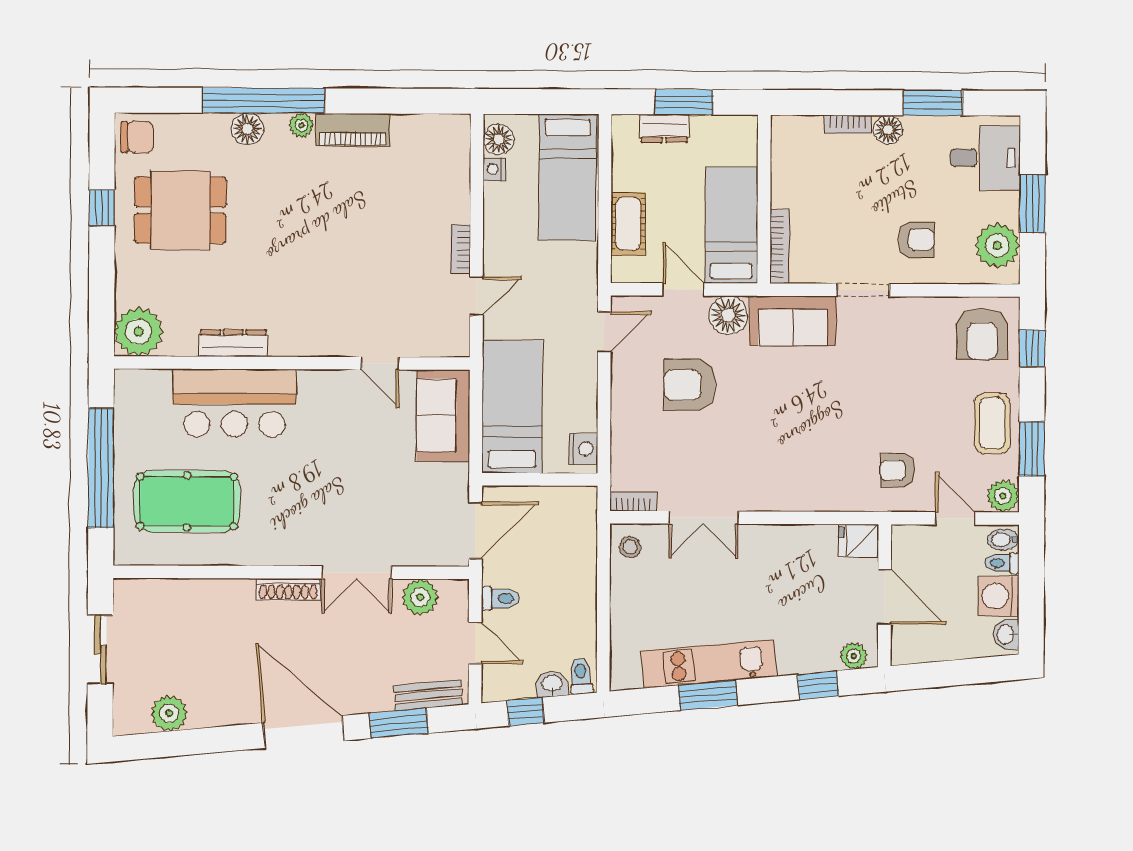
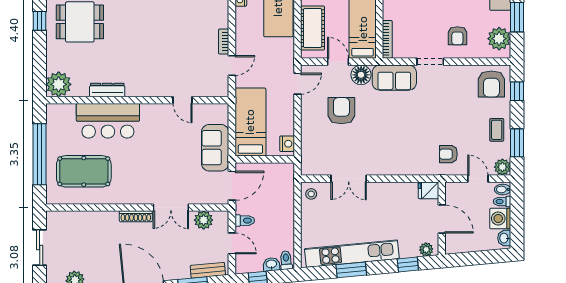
cot: (628, 224) -> (313, 28), width x1.37, depth x1.34
armchair: (916, 240) -> (457, 36), turned 90
armchair: (690, 385) -> (341, 111), turned 90
sofa: (443, 415) -> (215, 148), moved
coffee table: (992, 423) -> (497, 130), width x0.73, depth x0.77
bookcase: (633, 502) -> (313, 171), removed
kitchen unit: (709, 664) -> (352, 254), width x1.36

